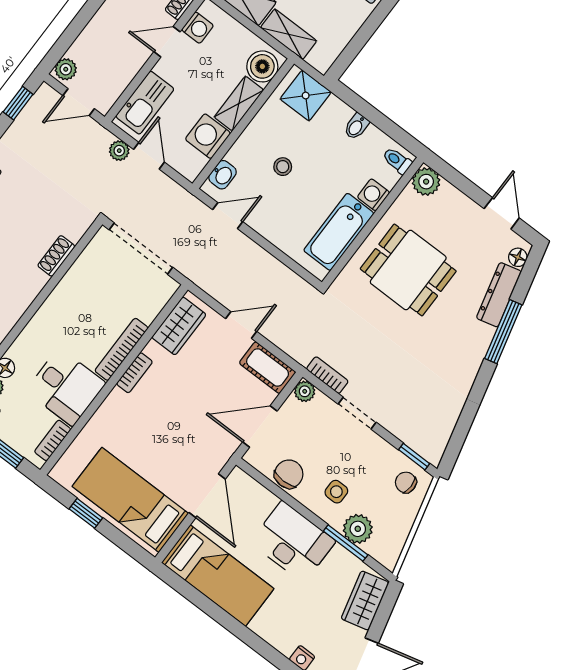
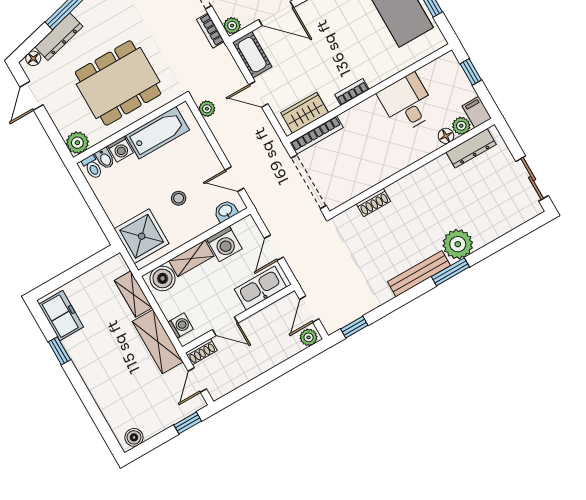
washing machine: (198, 28) -> (181, 326), moved, turned 90
shower: (306, 96) -> (142, 236), width x1.36, depth x1.36
door: (79, 102) -> (309, 309), swing flipped
bidet: (356, 126) -> (105, 158), moved, turned 90
plant: (119, 151) -> (207, 109), moved
dining table: (408, 270) -> (118, 83), width x1.37
bookcase: (121, 349) -> (317, 135), moved
bookcase: (53, 440) -> (433, 68), removed

